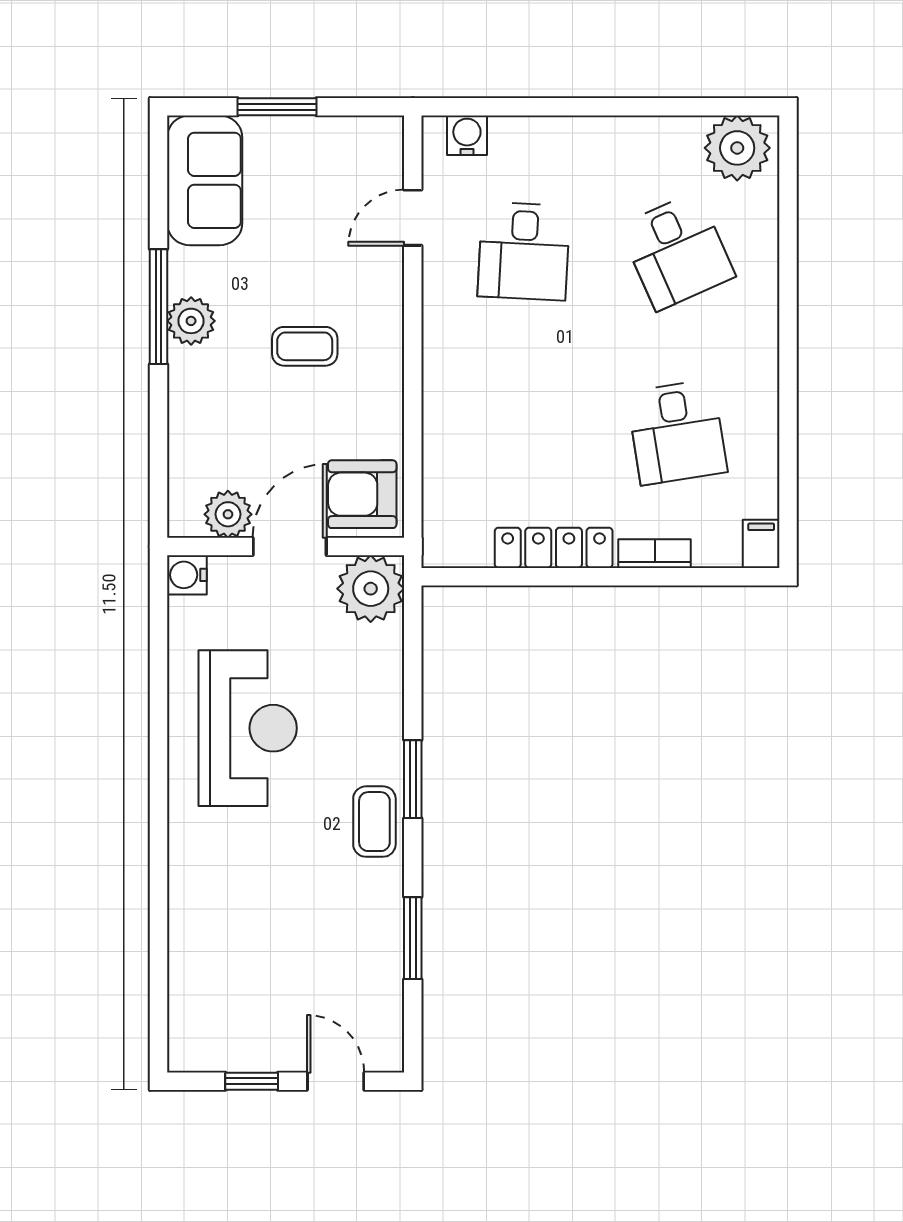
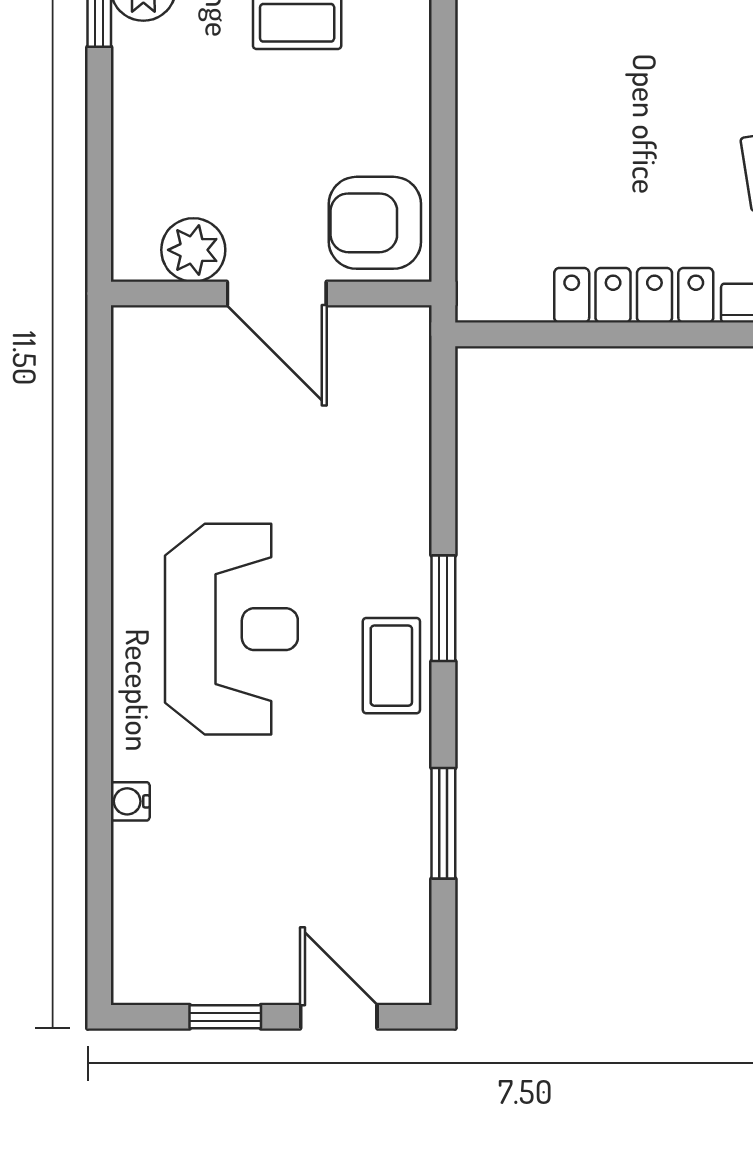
door: (290, 547) -> (277, 294), swing flipped
water cooler: (187, 575) -> (130, 801), moved, width x0.72, depth x0.72
plant: (371, 589) -> (386, 351), removed
reception desk: (248, 728) -> (231, 629), moved

